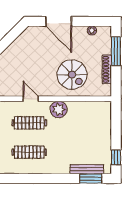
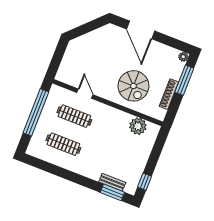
plant: (92, 31) -> (183, 57), moved
plant: (59, 109) -> (138, 126), moved
bench: (87, 169) -> (112, 182), width x0.73

